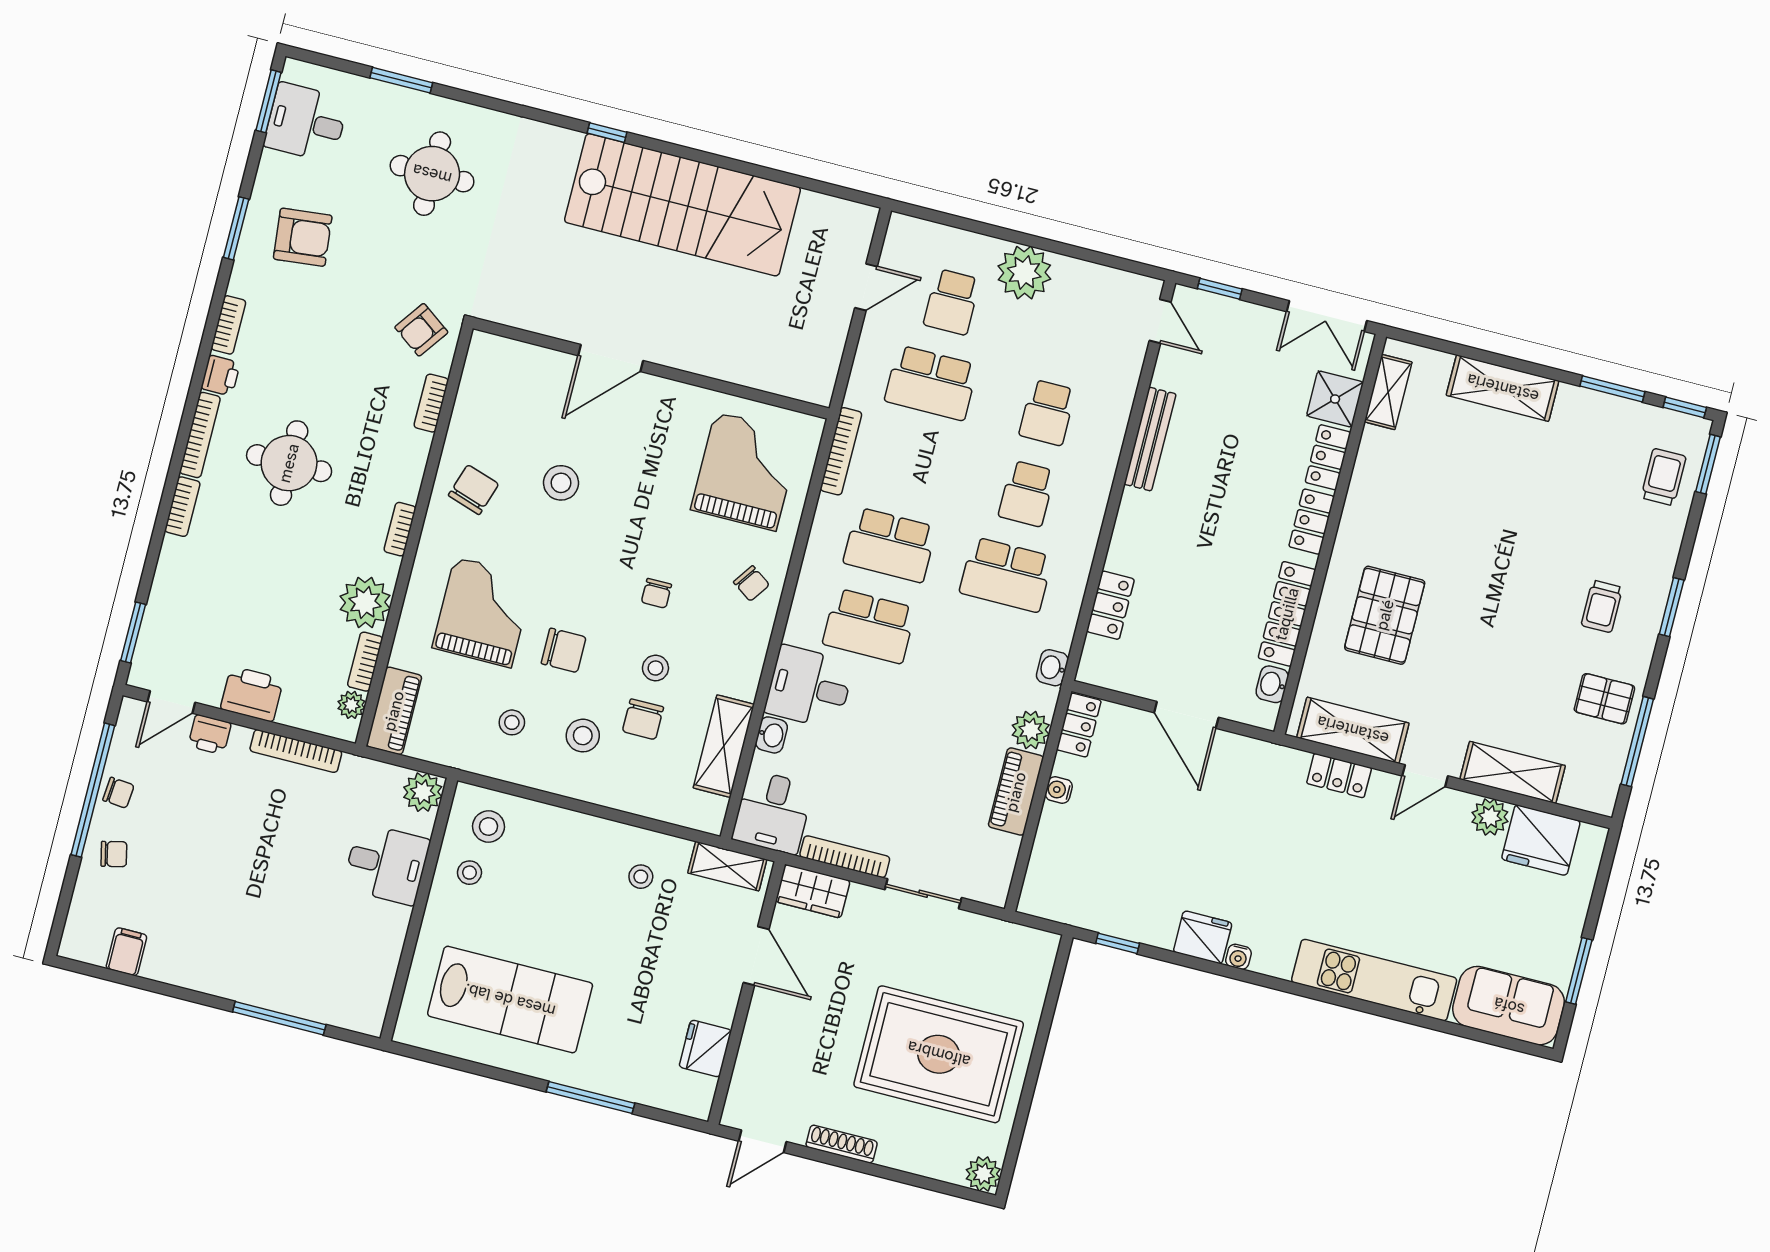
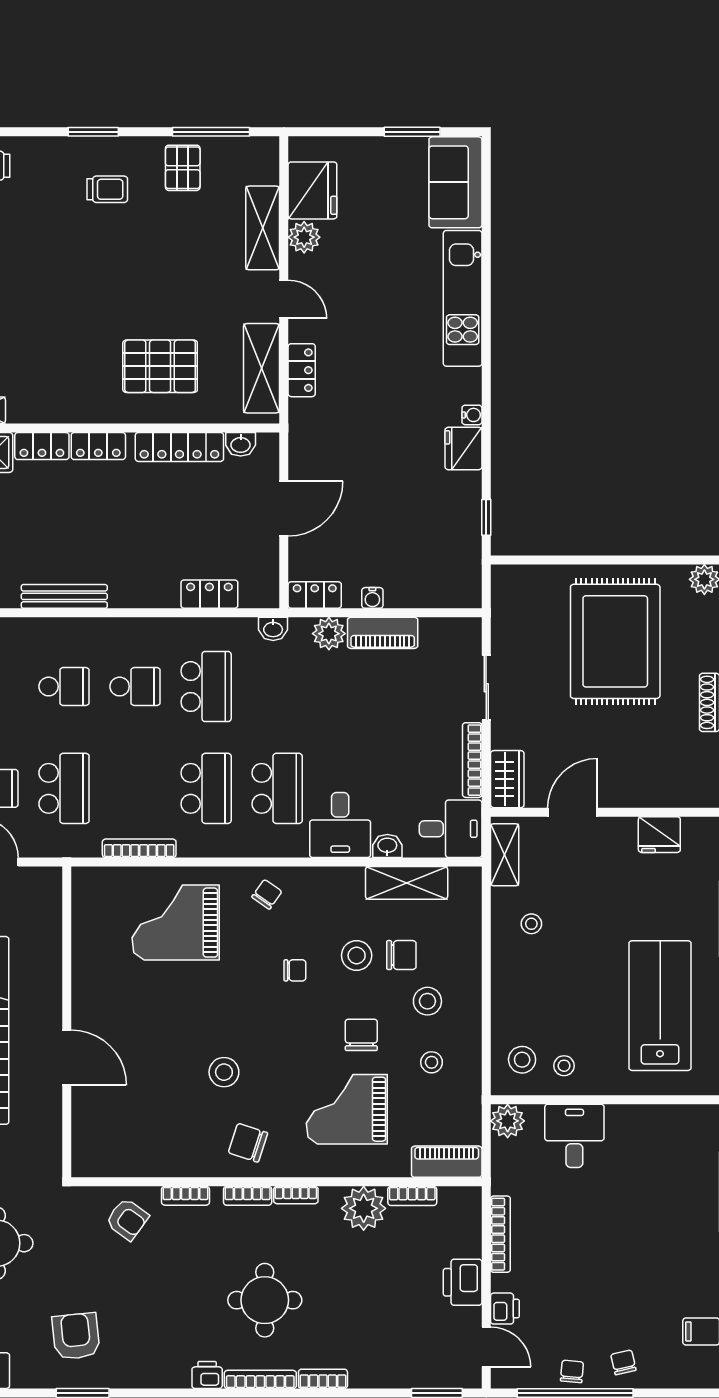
bookcase: (228, 325) -> (248, 1196), moved, turned 180
door: (611, 358) -> (67, 1057), moved
wall: (651, 368) -> (67, 1022), moved
stool: (655, 668) -> (357, 955), width x1.37, depth x1.37
plant: (351, 705) -> (451, 1198), removed

